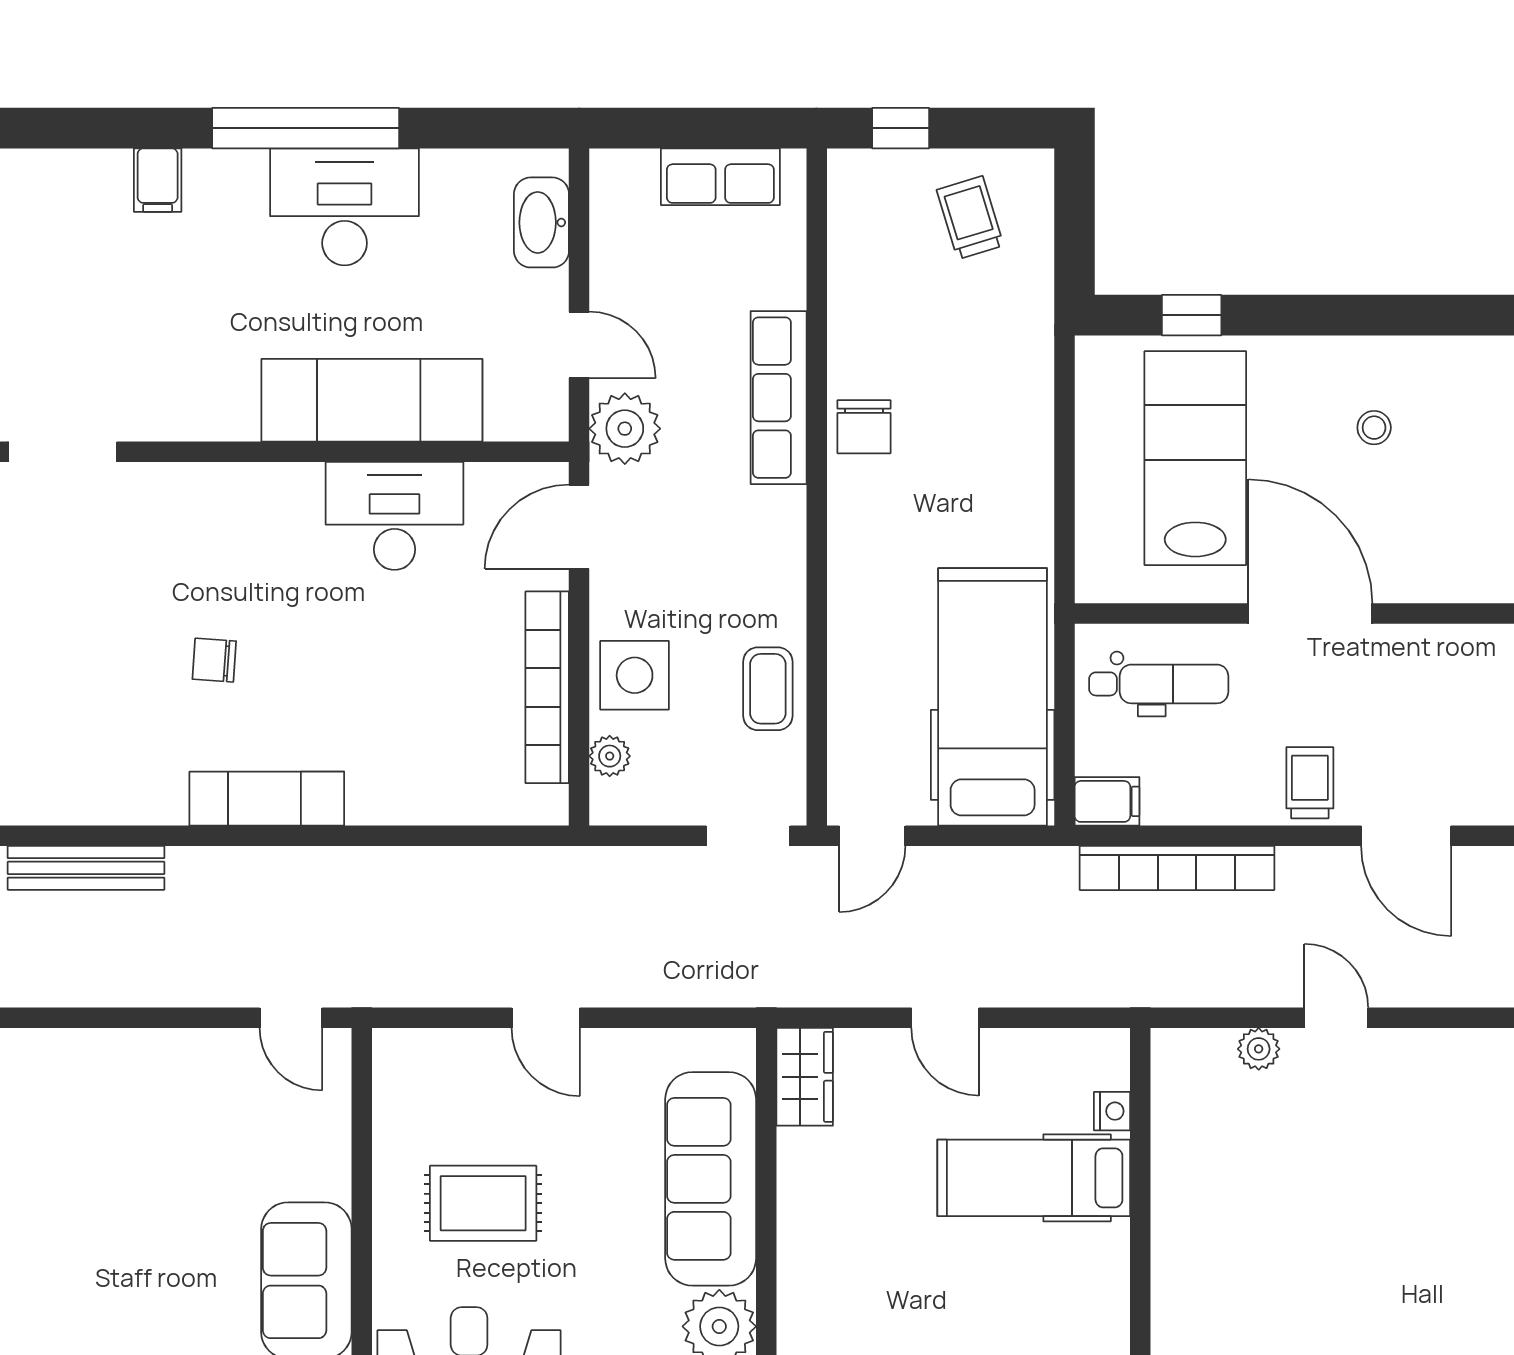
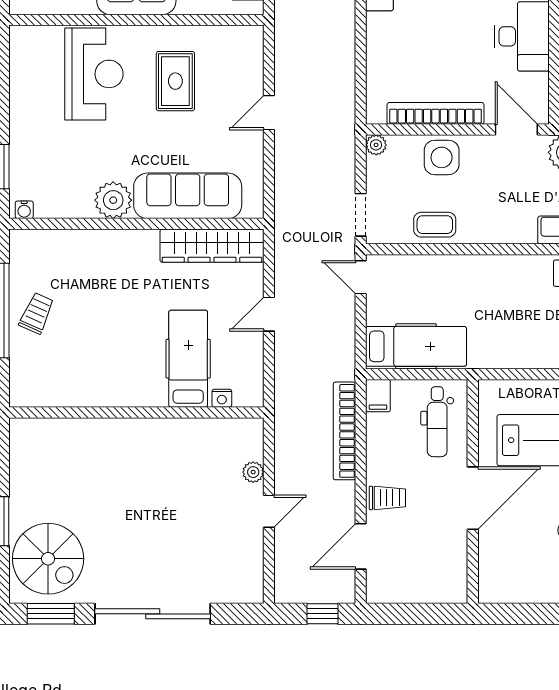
hospital bed: (993, 697) -> (416, 346), width x0.73, depth x0.78
plant: (610, 756) -> (376, 145), moved
wardrobe: (805, 1077) -> (212, 246), width x2.10, depth x1.17

